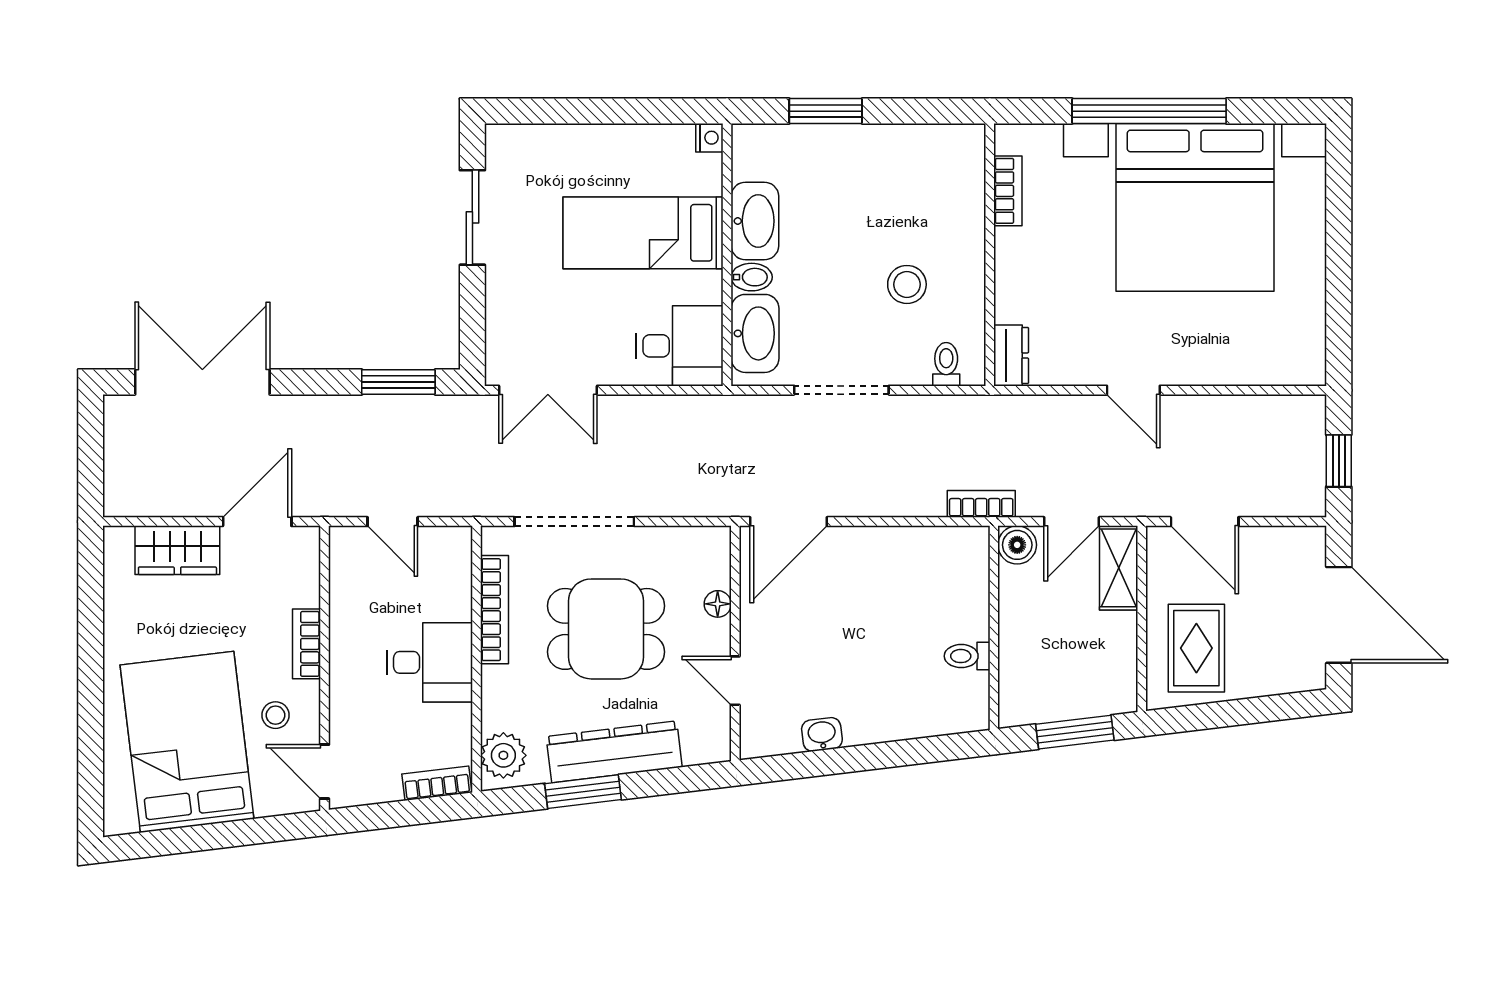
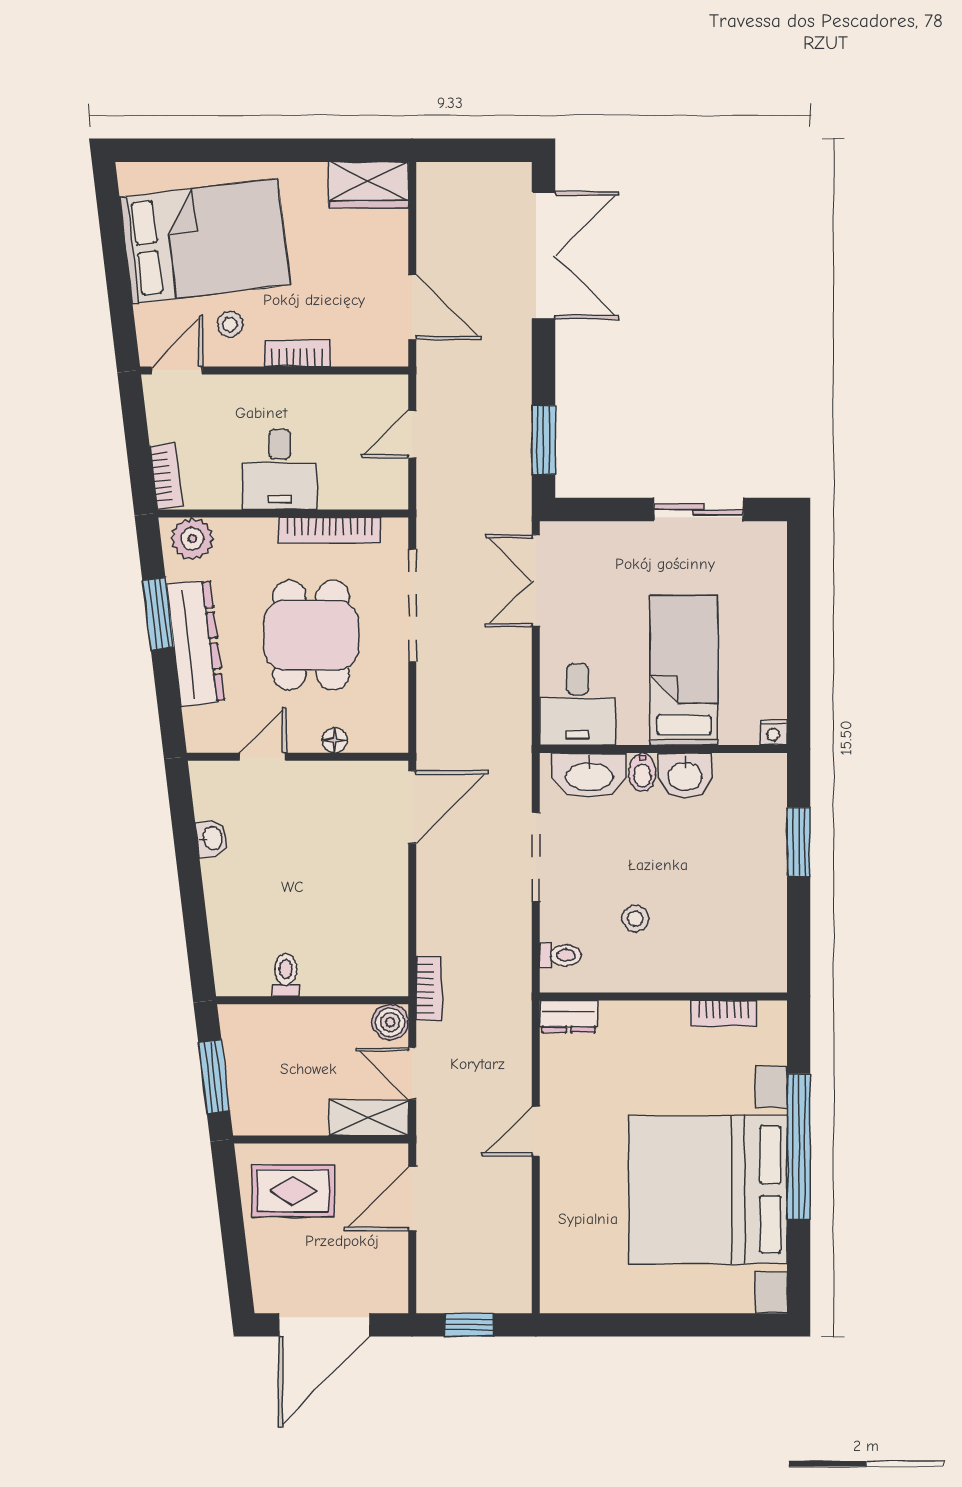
washbasin: (755, 221) -> (685, 775), width x0.72
stool: (907, 284) -> (635, 918), width x0.73, depth x0.73
door: (788, 522) -> (412, 807), swing flipped
wardrobe: (177, 550) -> (369, 185), moved, turned -90

